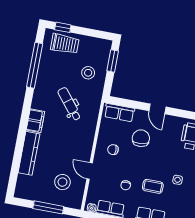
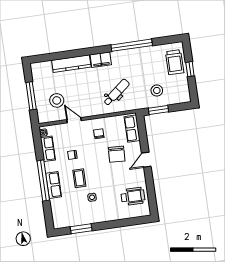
window: (63, 27) -> (190, 69), moved
window: (113, 61) -> (158, 110), moved
window: (35, 65) -> (132, 45), moved
dental chair: (69, 104) -> (116, 92), moved
chair: (141, 138) -> (117, 154), turned 99
door: (90, 171) -> (74, 120), hinge flipped

